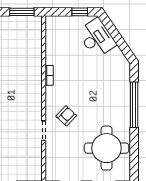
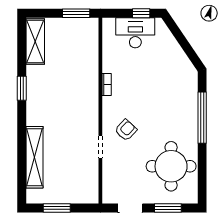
desk: (97, 38) -> (135, 33), moved, turned -56

